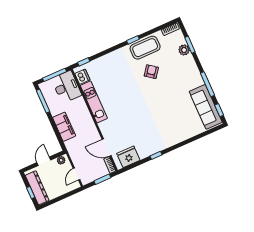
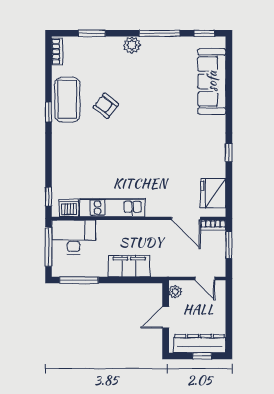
plant: (184, 50) -> (132, 45), moved
sofa: (206, 107) -> (212, 81), moved, turned 90
door: (107, 147) -> (186, 218), hinge flipped
door: (44, 161) -> (166, 317), hinge flipped

